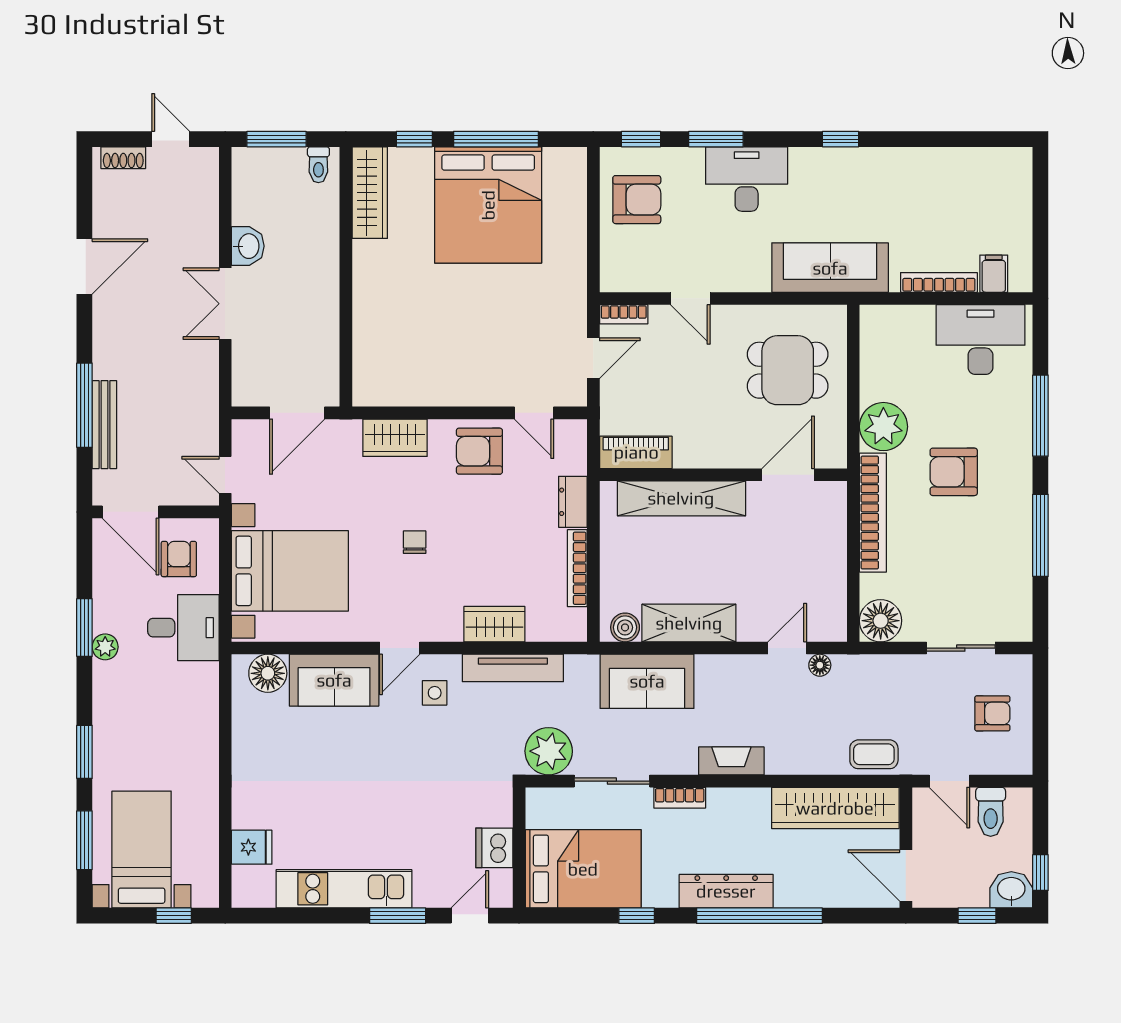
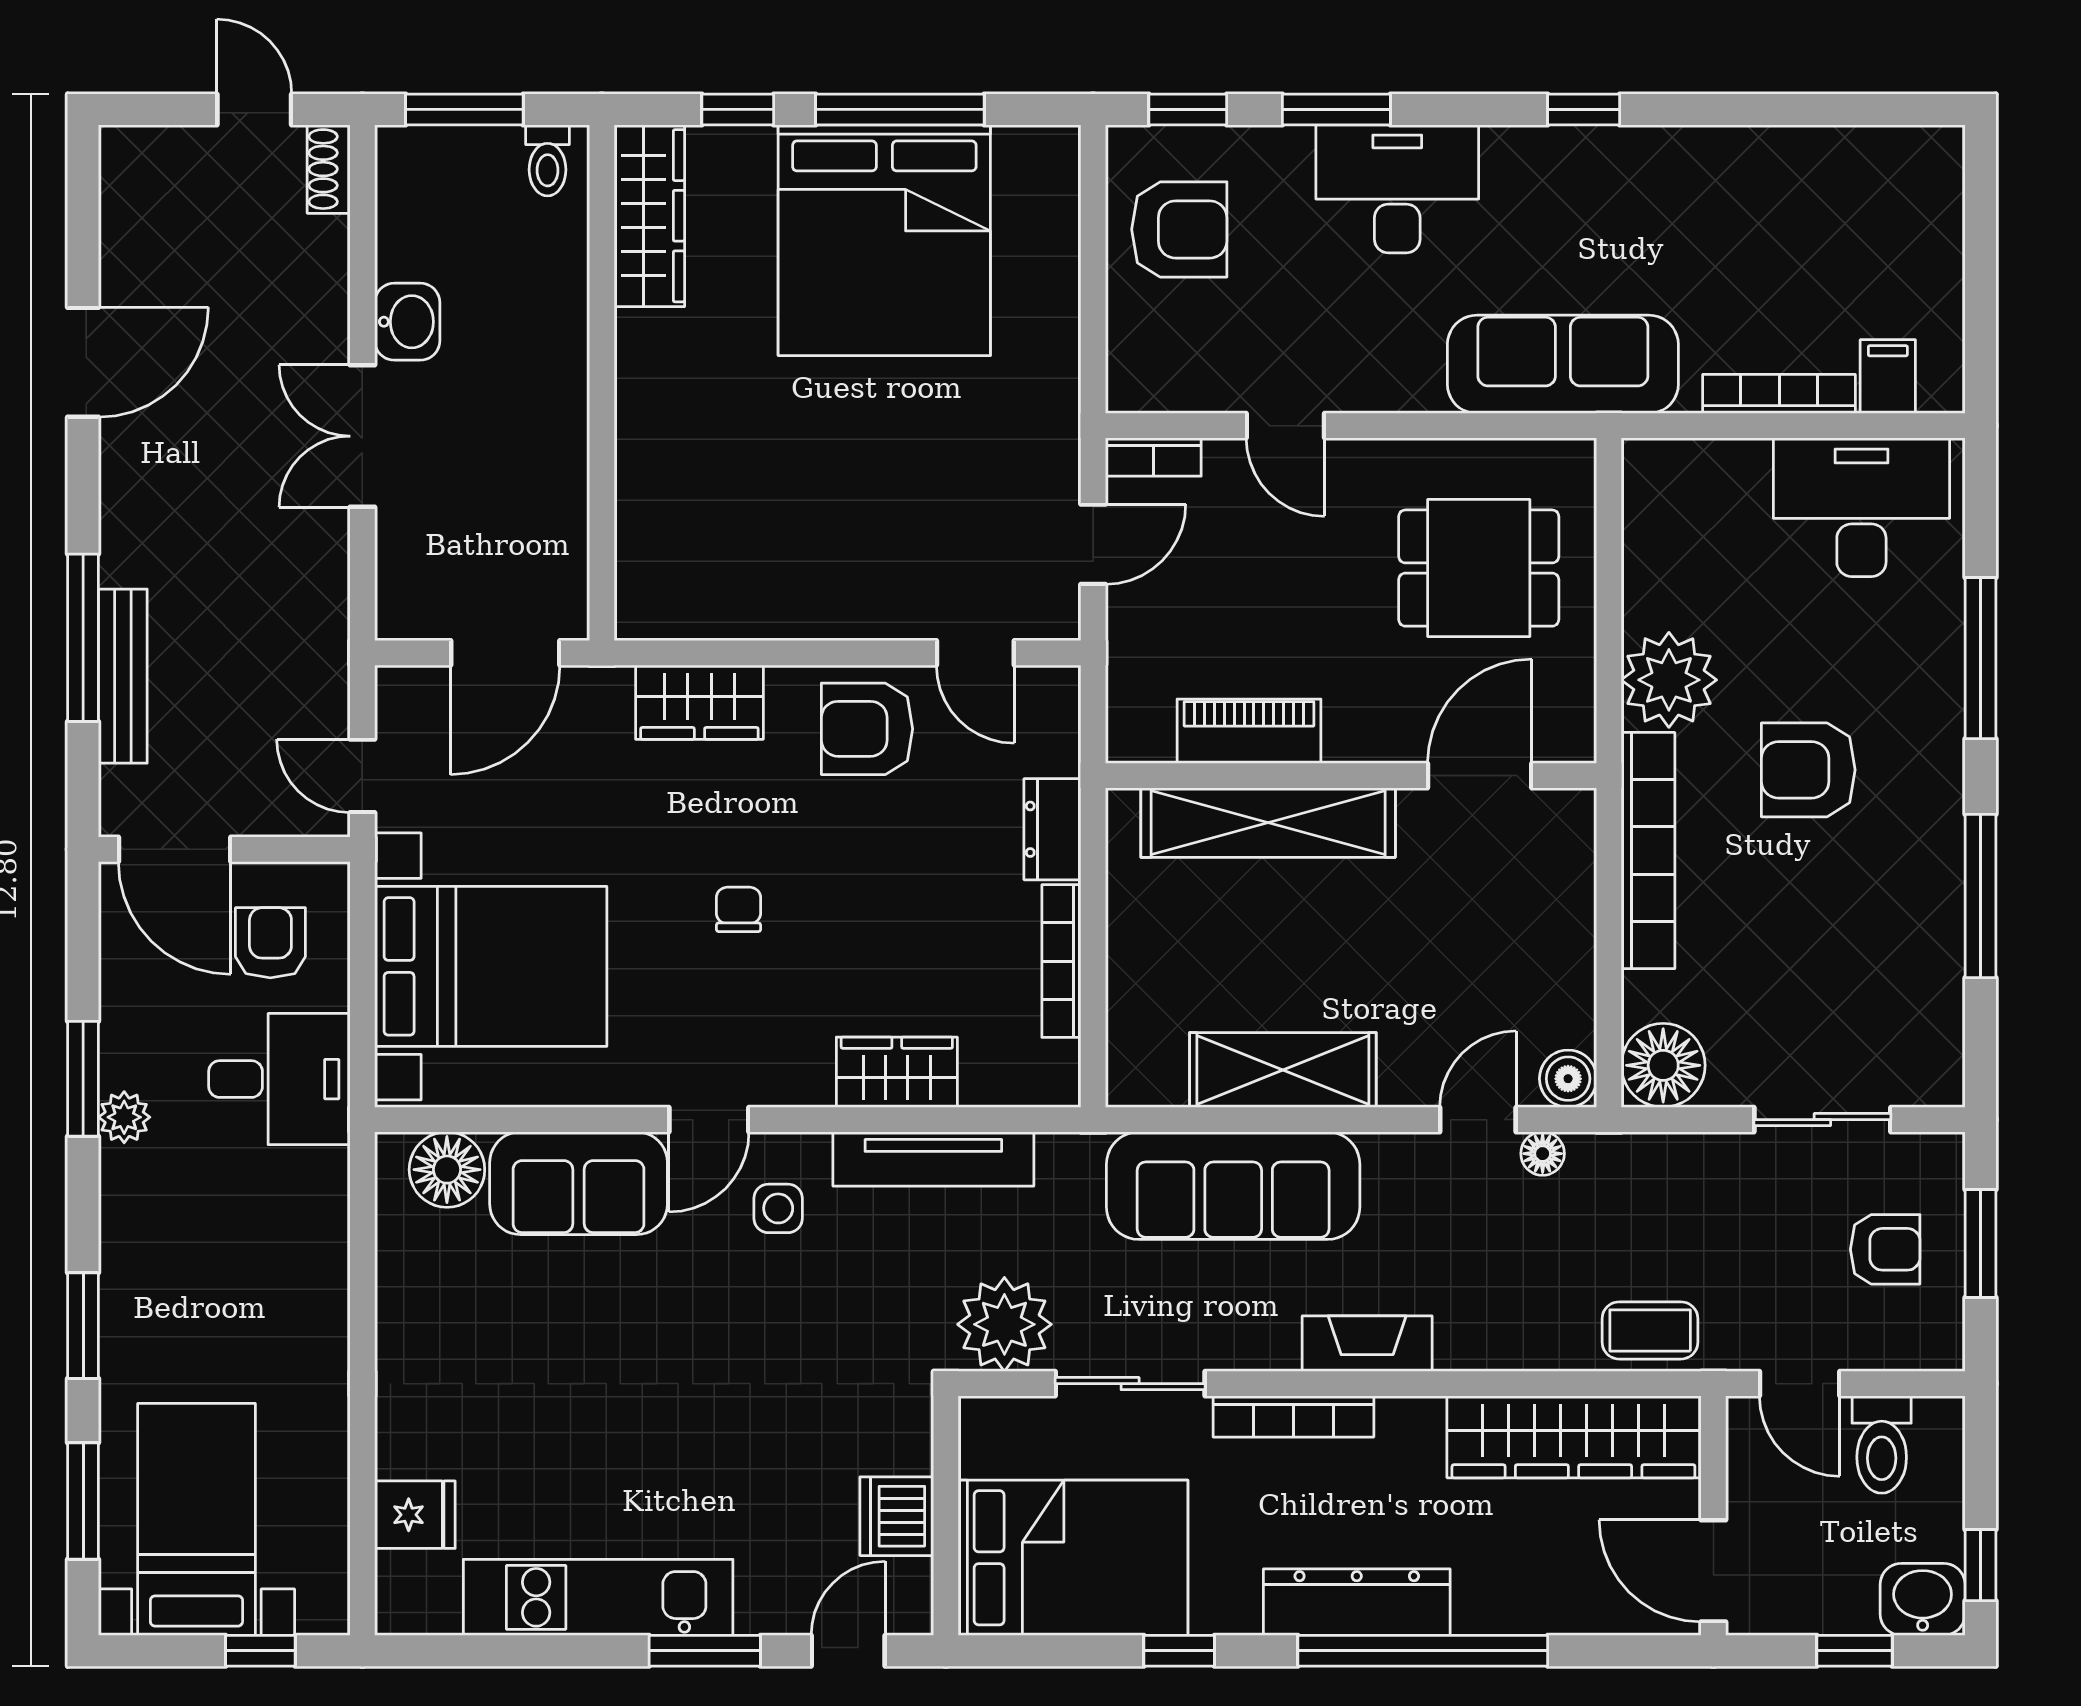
shoe rack: (123, 158) -> (329, 169), moved, turned 90
piano: (636, 452) -> (1249, 731), moved
boiler: (625, 627) -> (1568, 1079), moved
sofa: (647, 681) -> (1233, 1186), width x1.36
window: (1040, 710) -> (1980, 1243), added
bookcase: (680, 798) -> (1293, 1416), width x1.56

